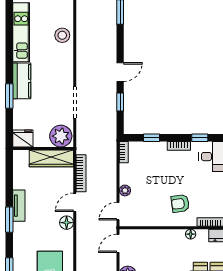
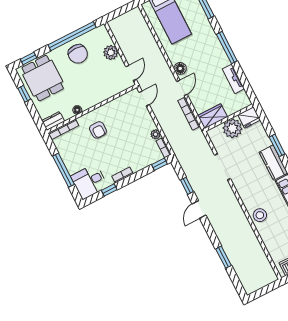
plant: (61, 136) -> (232, 128), moved
window: (151, 138) -> (159, 164), moved
wardrobe: (51, 158) -> (213, 116), width x0.67
plant: (125, 190) -> (156, 134), moved
armchair: (180, 203) -> (98, 130), turned 98
tv unit: (19, 206) -> (233, 79), moved
window: (9, 220) -> (227, 48), width x1.44

